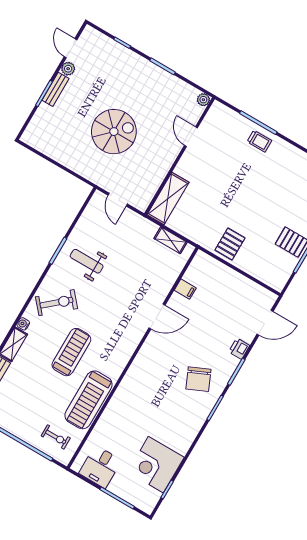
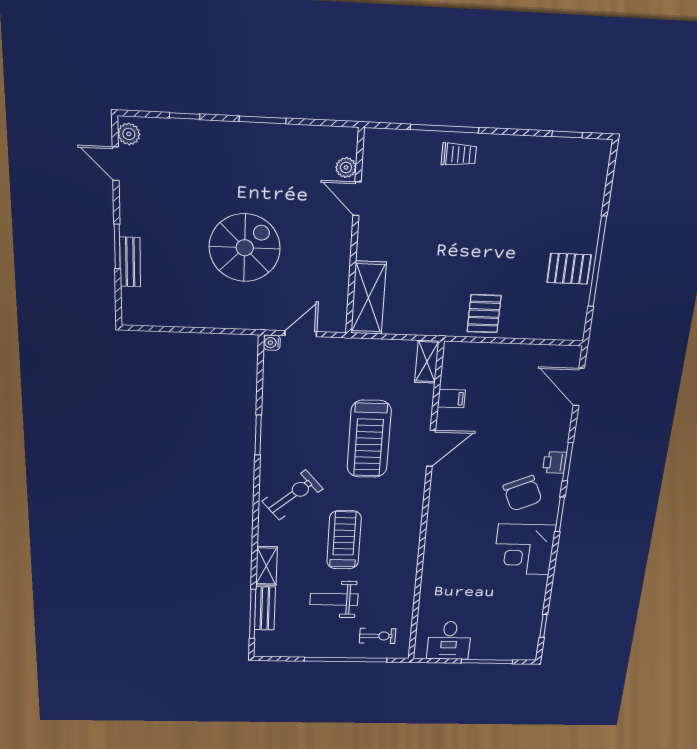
plant: (68, 69) -> (129, 134), moved
bench: (55, 89) -> (130, 262), moved
plant: (203, 100) -> (346, 167), moved
door: (118, 200) -> (301, 334), swing flipped
shelving: (171, 240) -> (427, 362), moved, turned 90
weight bench: (87, 261) -> (334, 599), moved
door: (265, 323) -> (579, 387), swing flipped
water cooler: (23, 324) -> (272, 343), moved
printer: (239, 349) -> (555, 463), moved
treadmill: (88, 400) -> (369, 439), moved
corner desk: (156, 465) -> (524, 549), moved

